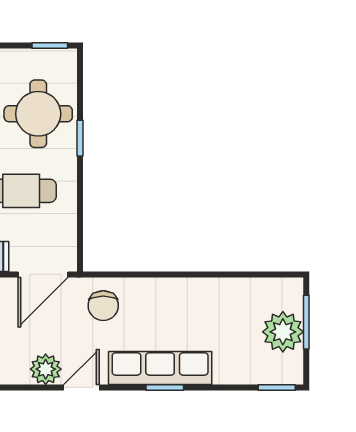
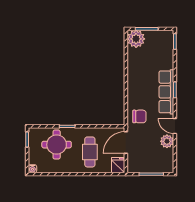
door: (43, 274) -> (126, 142), swing flipped
plant: (283, 332) -> (136, 39), moved

